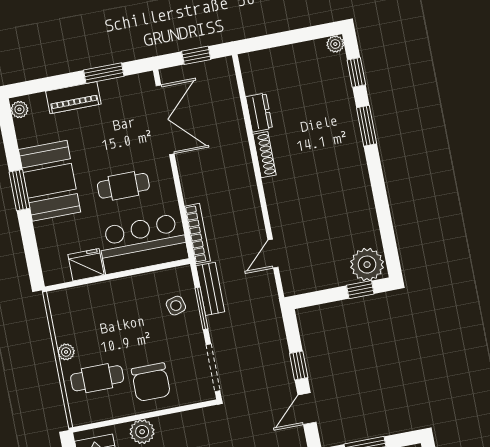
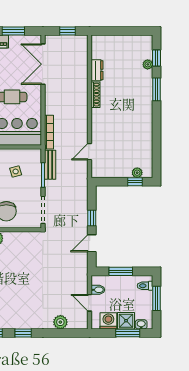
plant: (335, 44) -> (148, 64), moved
double door: (165, 120) -> (43, 64), swing flipped
plant: (367, 265) -> (137, 173), width x0.53, depth x0.53
side table: (176, 306) -> (16, 171), moved

